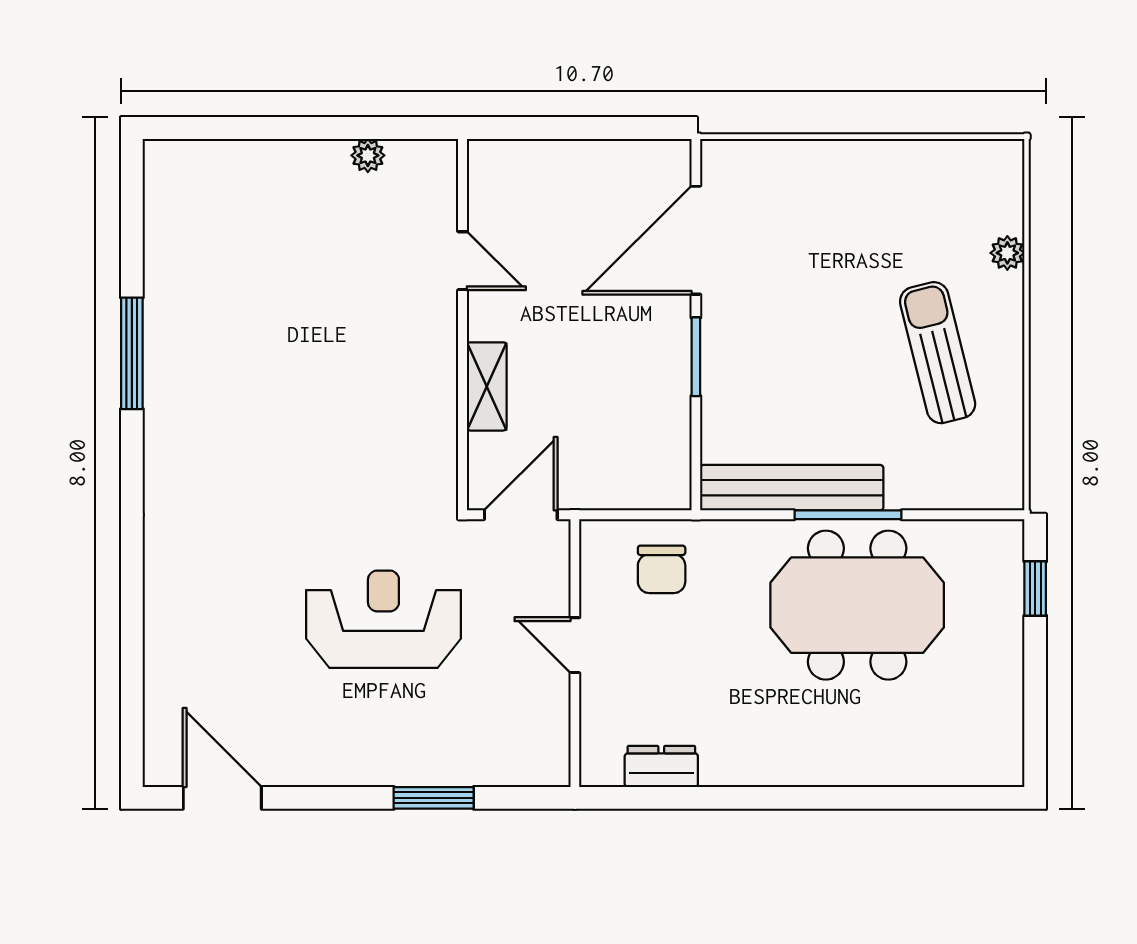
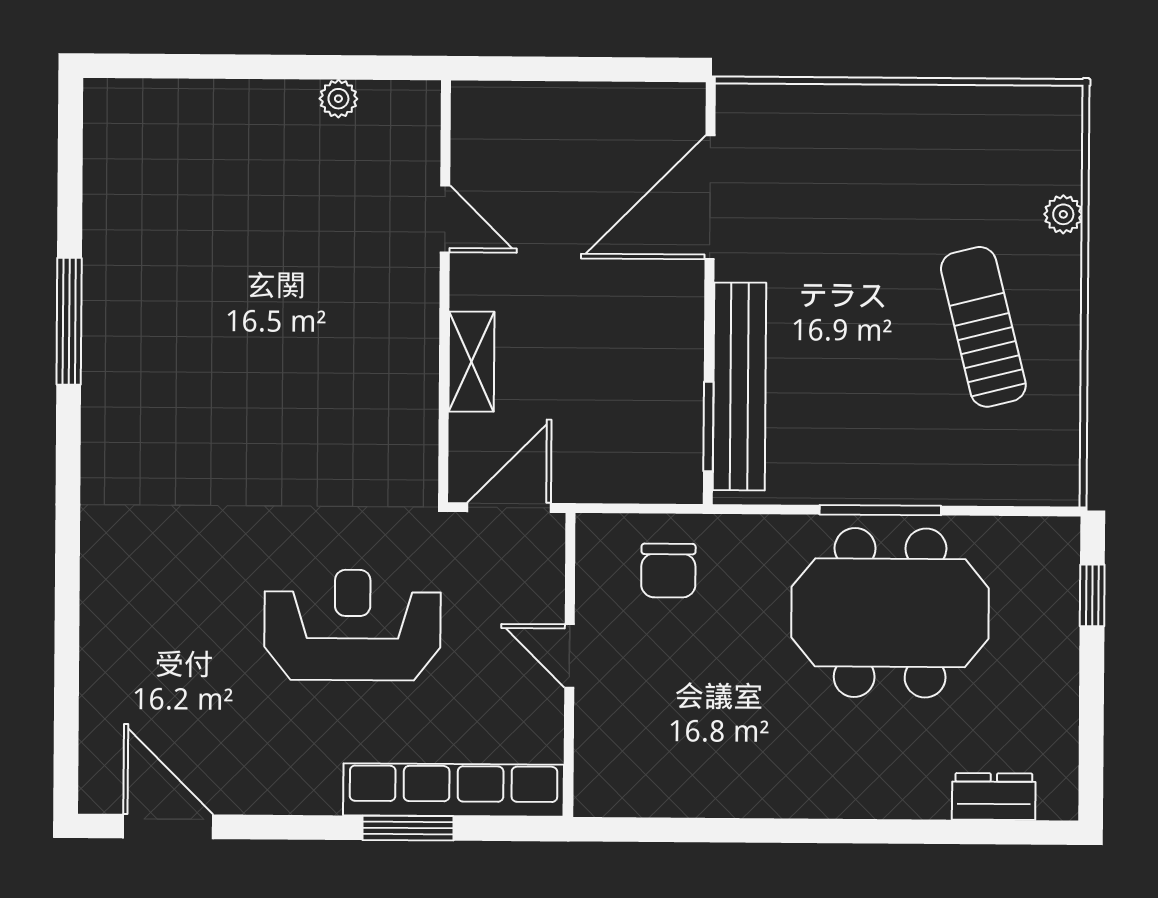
window: (696, 357) -> (708, 426), moved
bench: (792, 488) -> (739, 386), moved, turned 90
row of seats: (474, 764) -> (453, 790), added
dresser: (661, 766) -> (994, 797), moved

